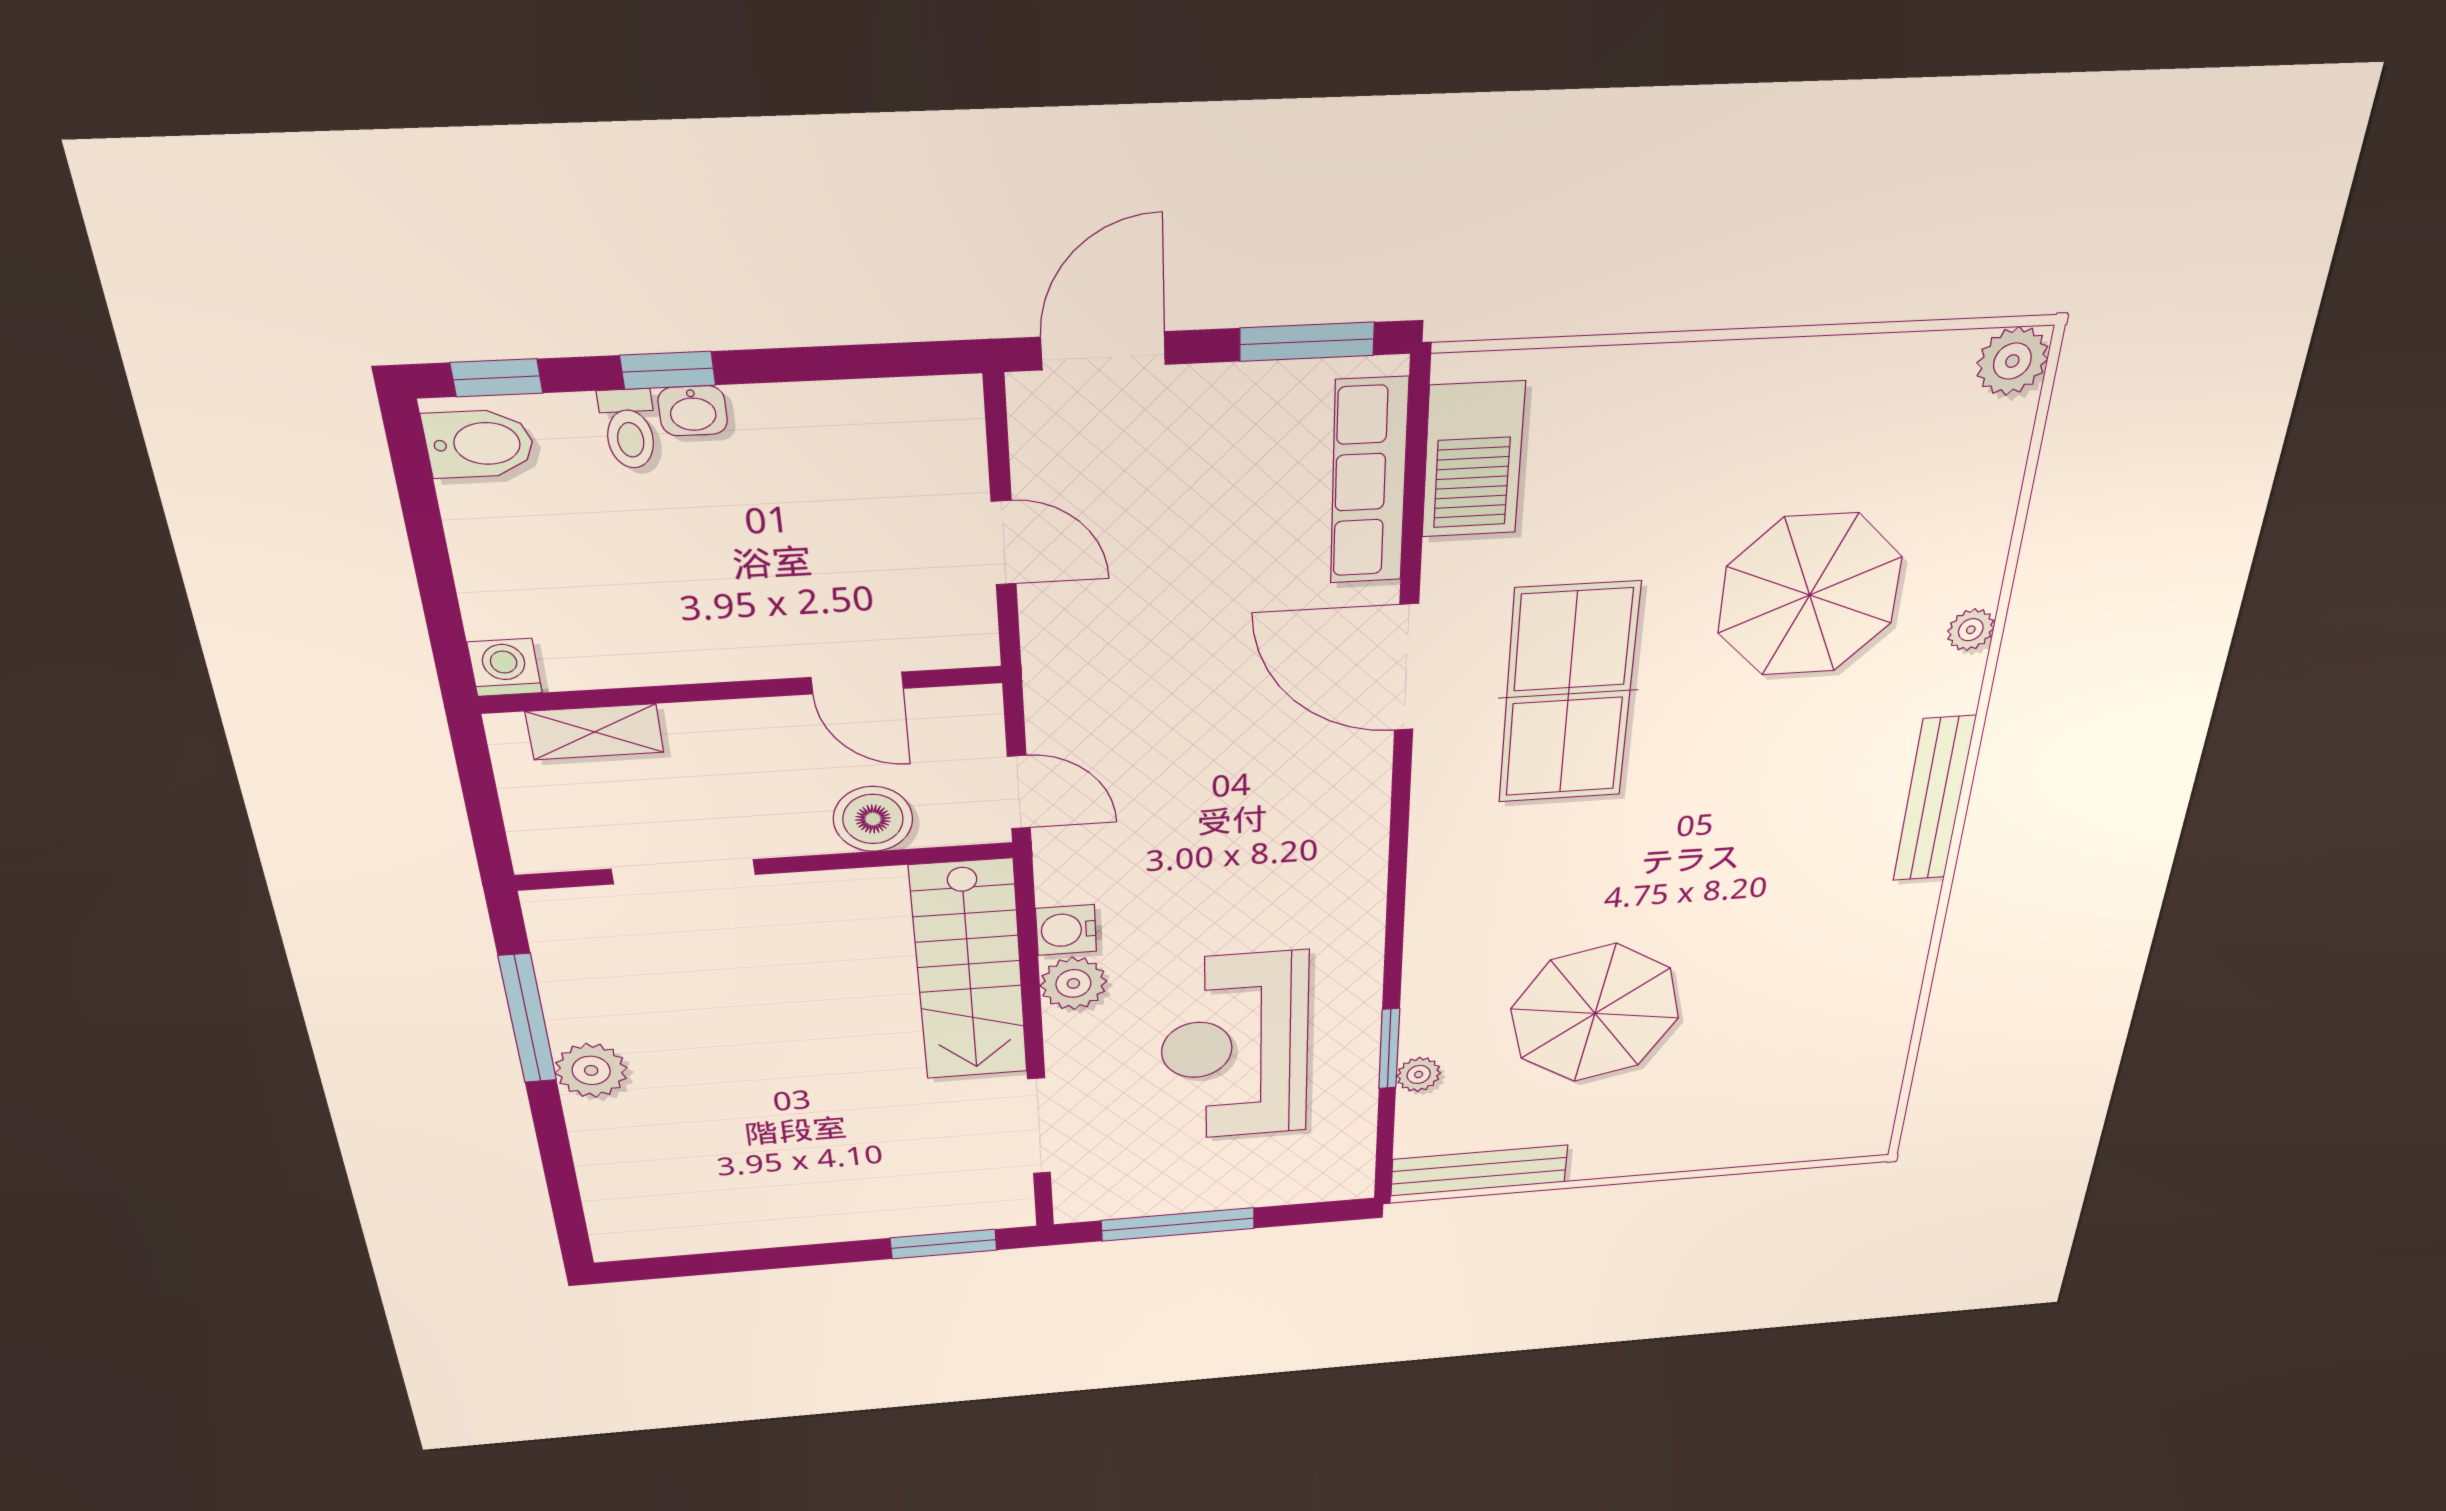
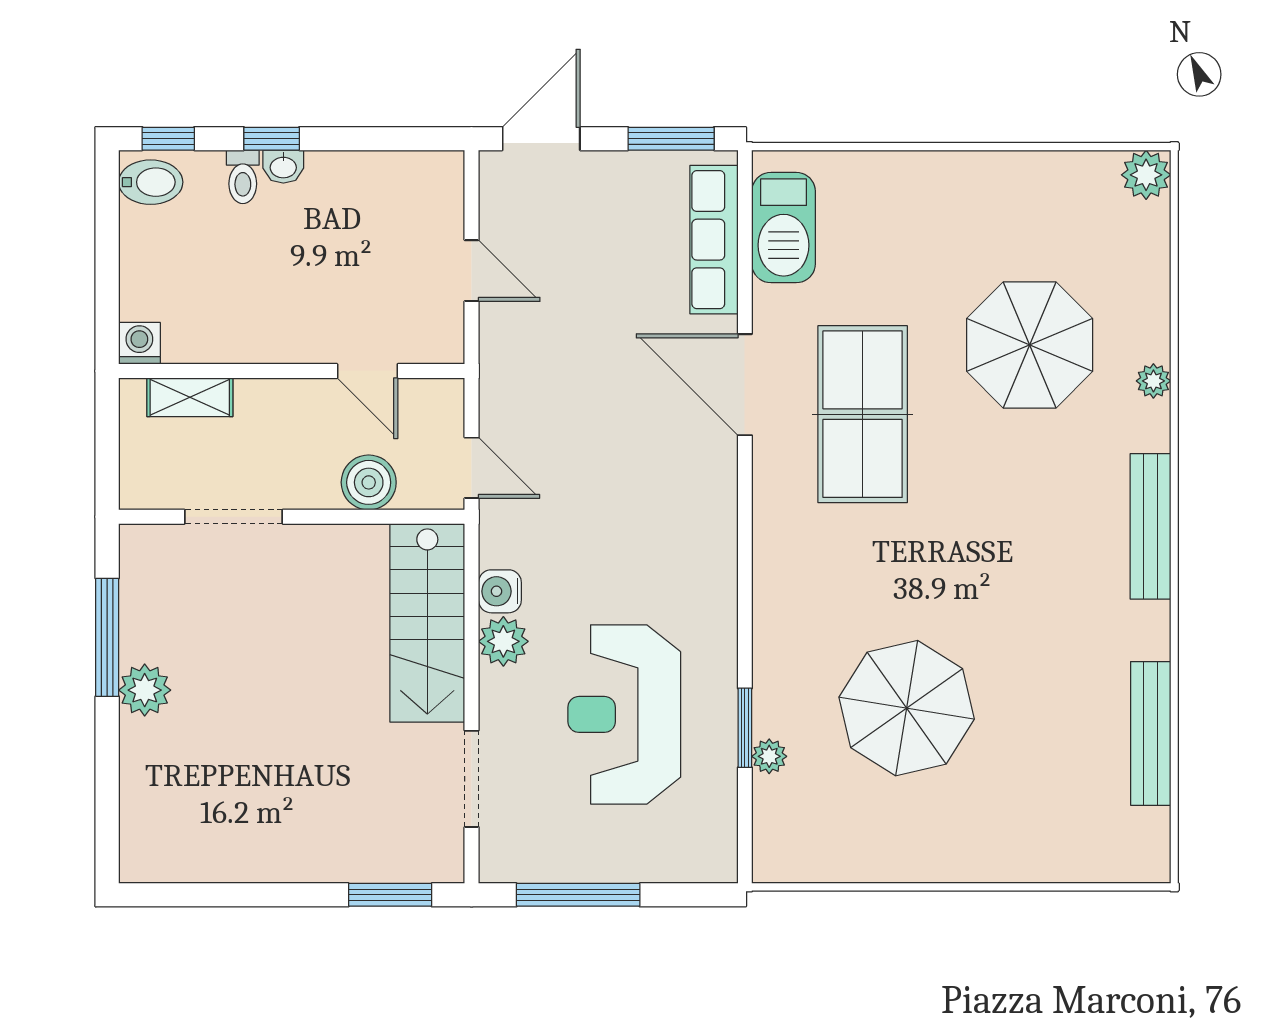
bench: (1479, 1171) -> (1151, 733), moved, turned 90

